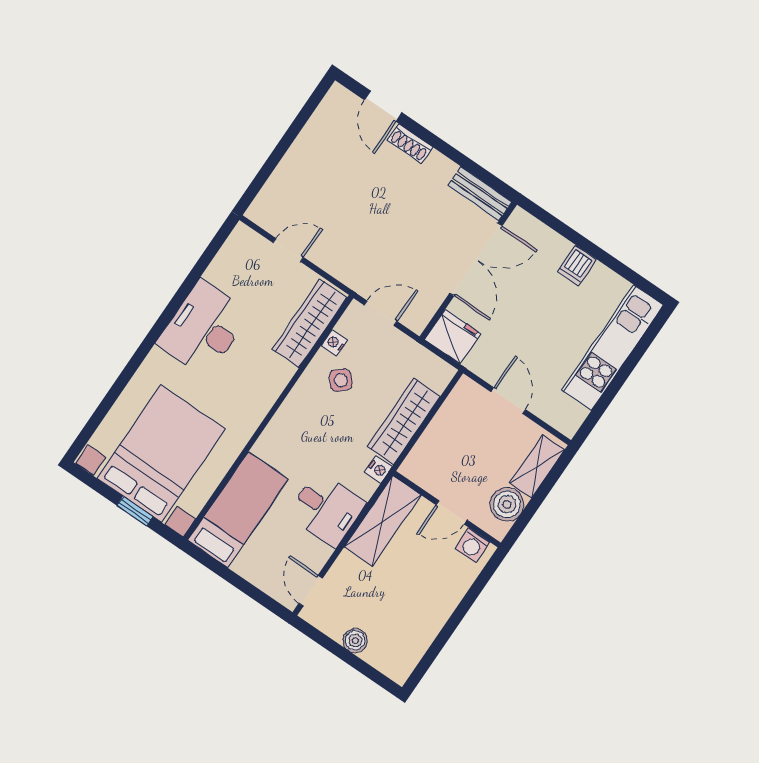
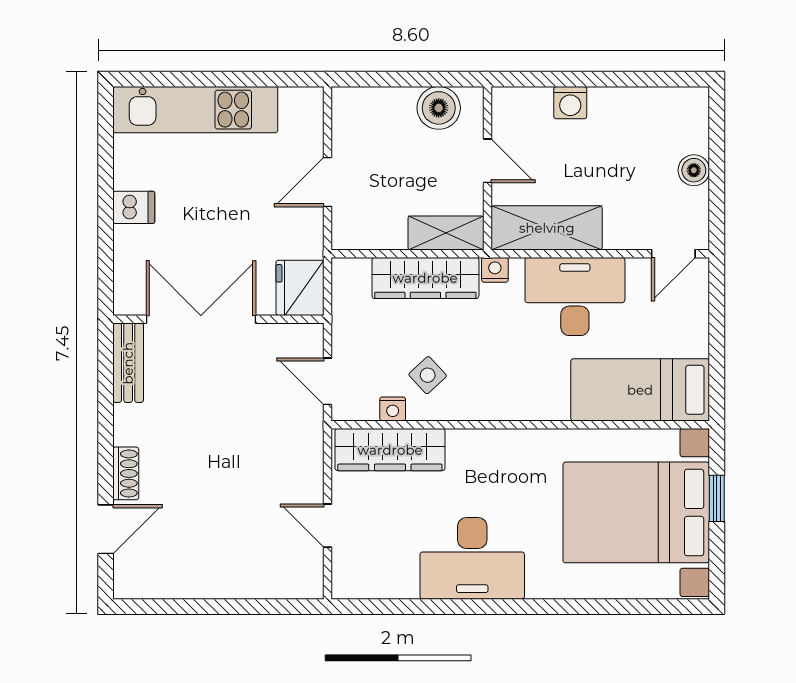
shelving: (537, 466) -> (446, 233), moved
desk: (326, 509) -> (575, 297), width x1.37
washing machine: (472, 545) -> (570, 103), moved, turned 90

